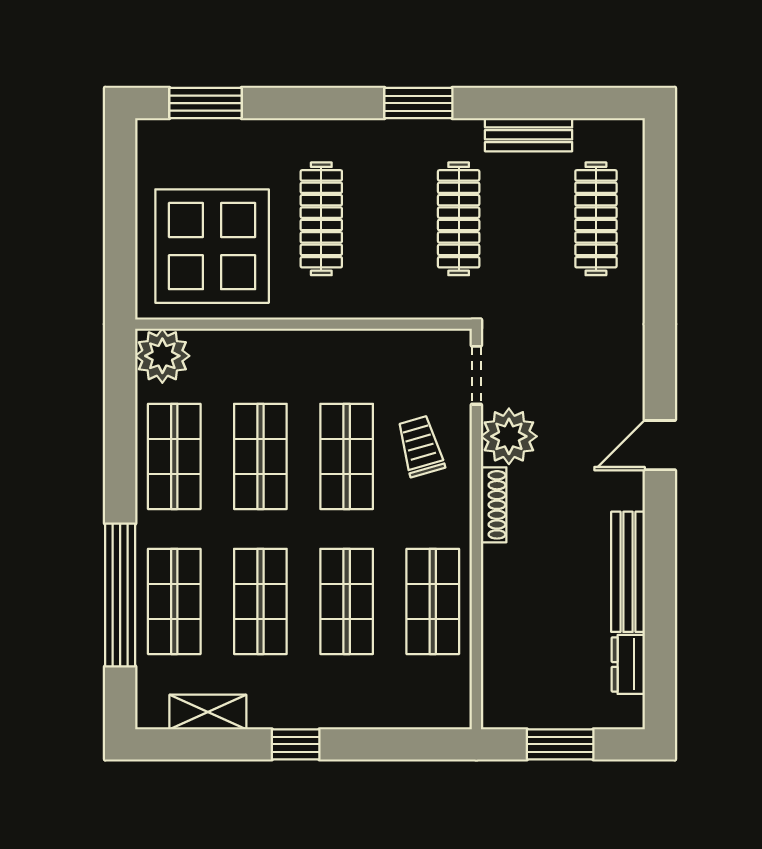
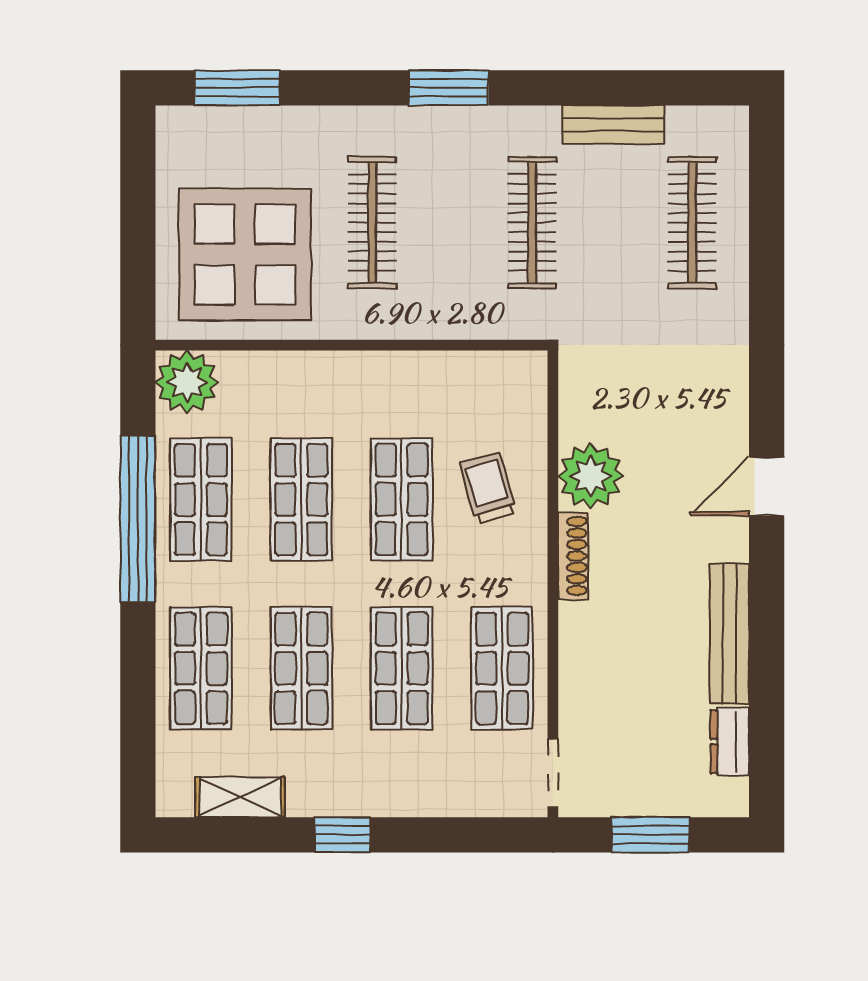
window: (418, 103) -> (449, 88), moved
doorway: (476, 375) -> (553, 773), moved
window: (120, 595) -> (138, 519), moved

